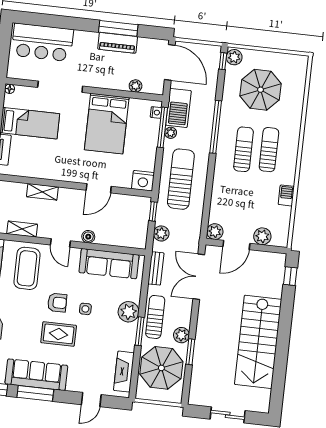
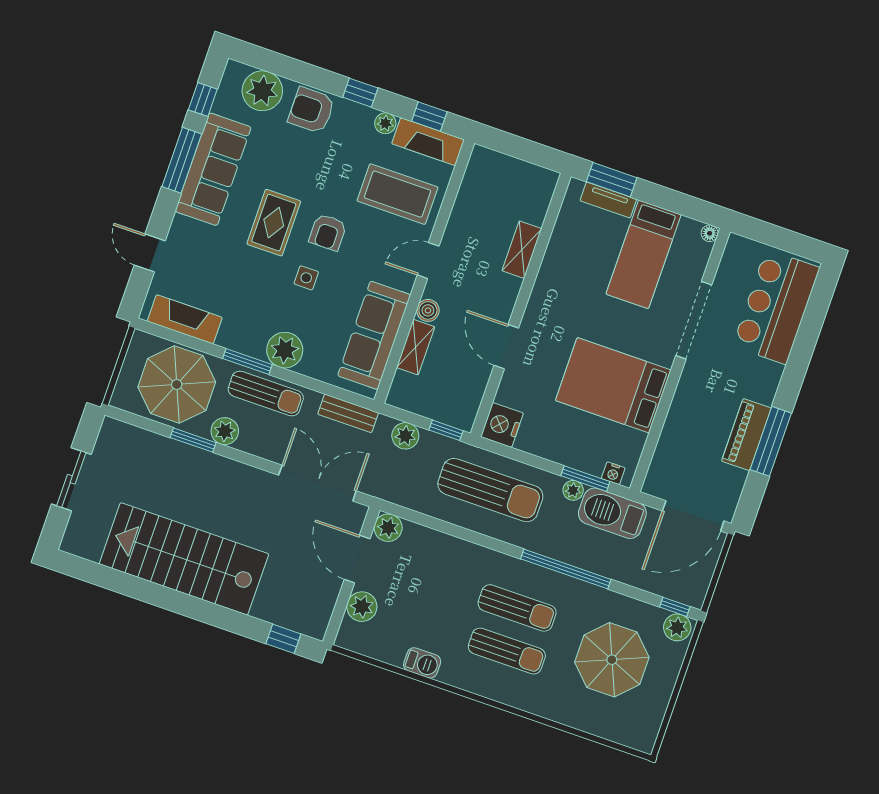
plant: (136, 86) -> (666, 449), removed
window: (163, 127) -> (585, 479), width x0.69
shelving: (22, 229) -> (416, 347), moved

